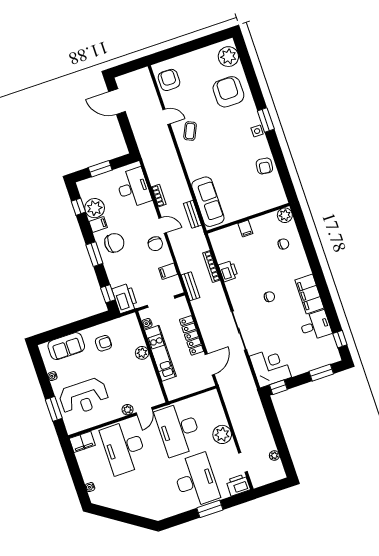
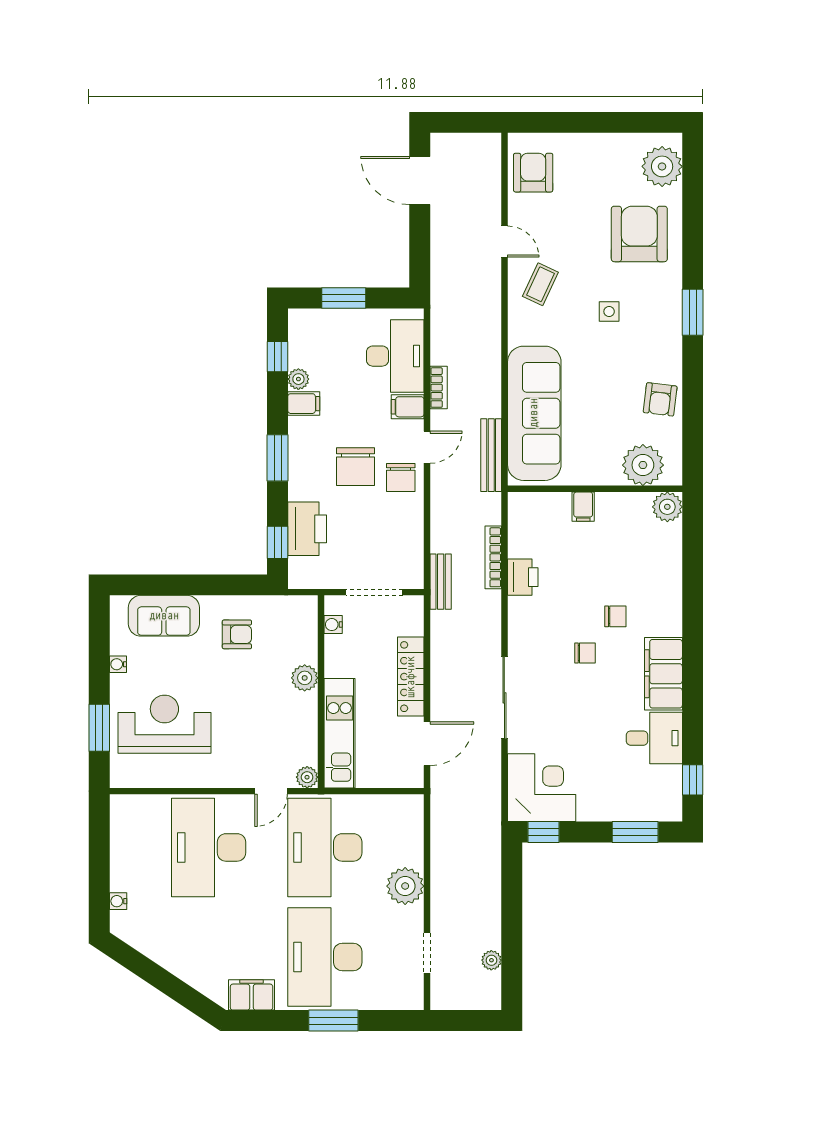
side table: (257, 131) -> (609, 311), moved
plant: (267, 199) -> (643, 465), added
sofa: (208, 202) -> (534, 413), width x1.36, depth x1.27
plant: (95, 208) -> (298, 379), width x0.53, depth x0.53
bench: (193, 214) -> (491, 455), width x1.36
door: (163, 225) -> (427, 447), hinge flipped
chair: (114, 243) -> (355, 467), moved, turned 90
chair: (283, 244) -> (615, 616), moved
filing cabinet: (168, 271) -> (408, 407), moved
printer: (125, 298) -> (307, 529), moved
kitchen unit: (160, 353) -> (340, 733), moved
reception desk: (84, 397) -> (164, 724), turned 180
plant: (128, 410) -> (307, 777), moved
filing cabinet: (82, 442) -> (252, 995), moved, turned 180
desk: (196, 480) -> (325, 957), turned 180
printer: (238, 485) -> (403, 993), removed

